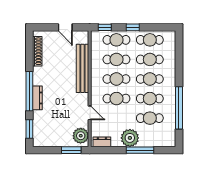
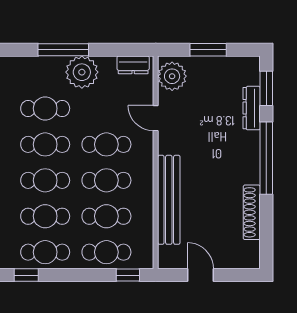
window: (133, 27) -> (26, 275), moved
shoe rack: (37, 51) -> (252, 212), moved
dresser: (37, 98) -> (252, 108), moved
window: (71, 150) -> (208, 50), moved

